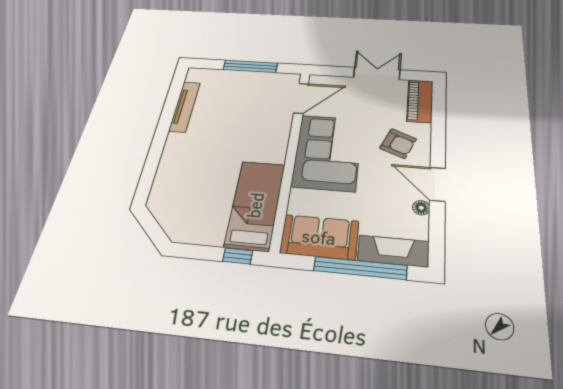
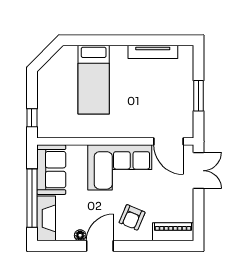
window: (250, 66) -> (198, 96), width x0.69
double door: (377, 73) -> (198, 171), moved
bed: (255, 205) -> (94, 80), moved, turned 90

